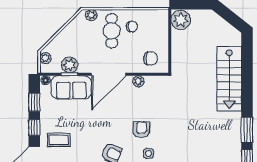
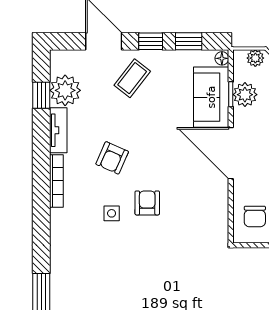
plant: (138, 81) -> (220, 198), removed
armchair: (142, 130) -> (147, 203), turned -90
coffee table: (59, 140) -> (132, 78), turned 38

